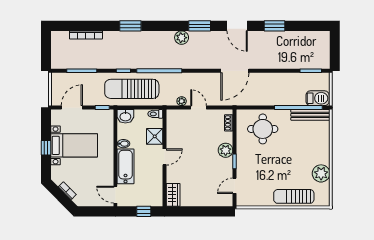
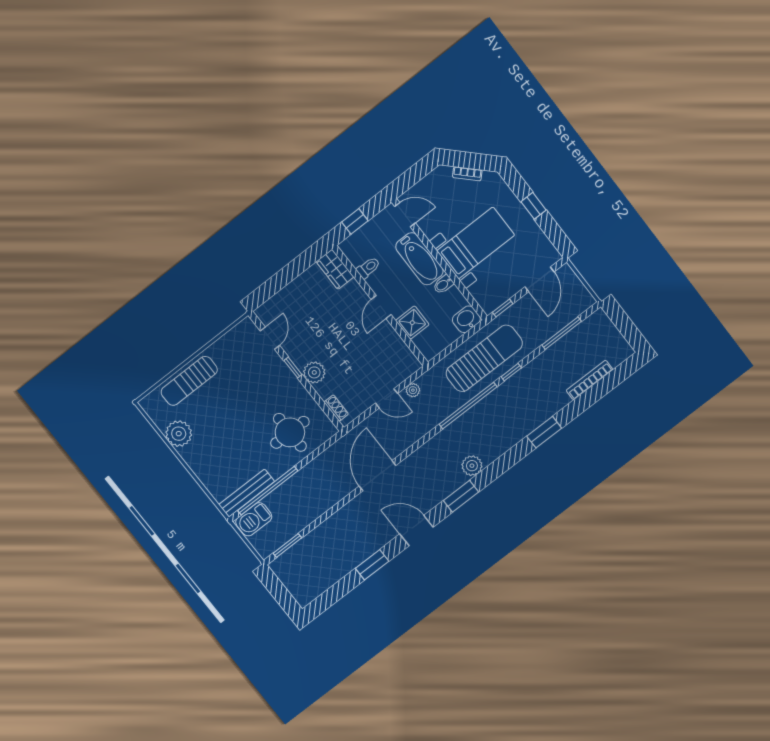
toilet: (155, 114) -> (368, 268), moved
bed with nightstands: (74, 145) -> (476, 243), moved, turned 180
sun lounger: (294, 196) -> (189, 381), turned 180

